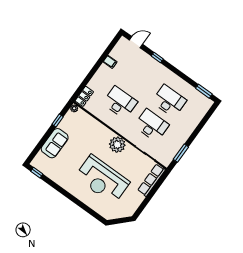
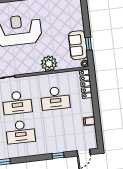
locker: (84, 96) -> (86, 84), width x1.53
sofa: (55, 143) -> (78, 45), moved
plant: (117, 145) -> (49, 63), moved

